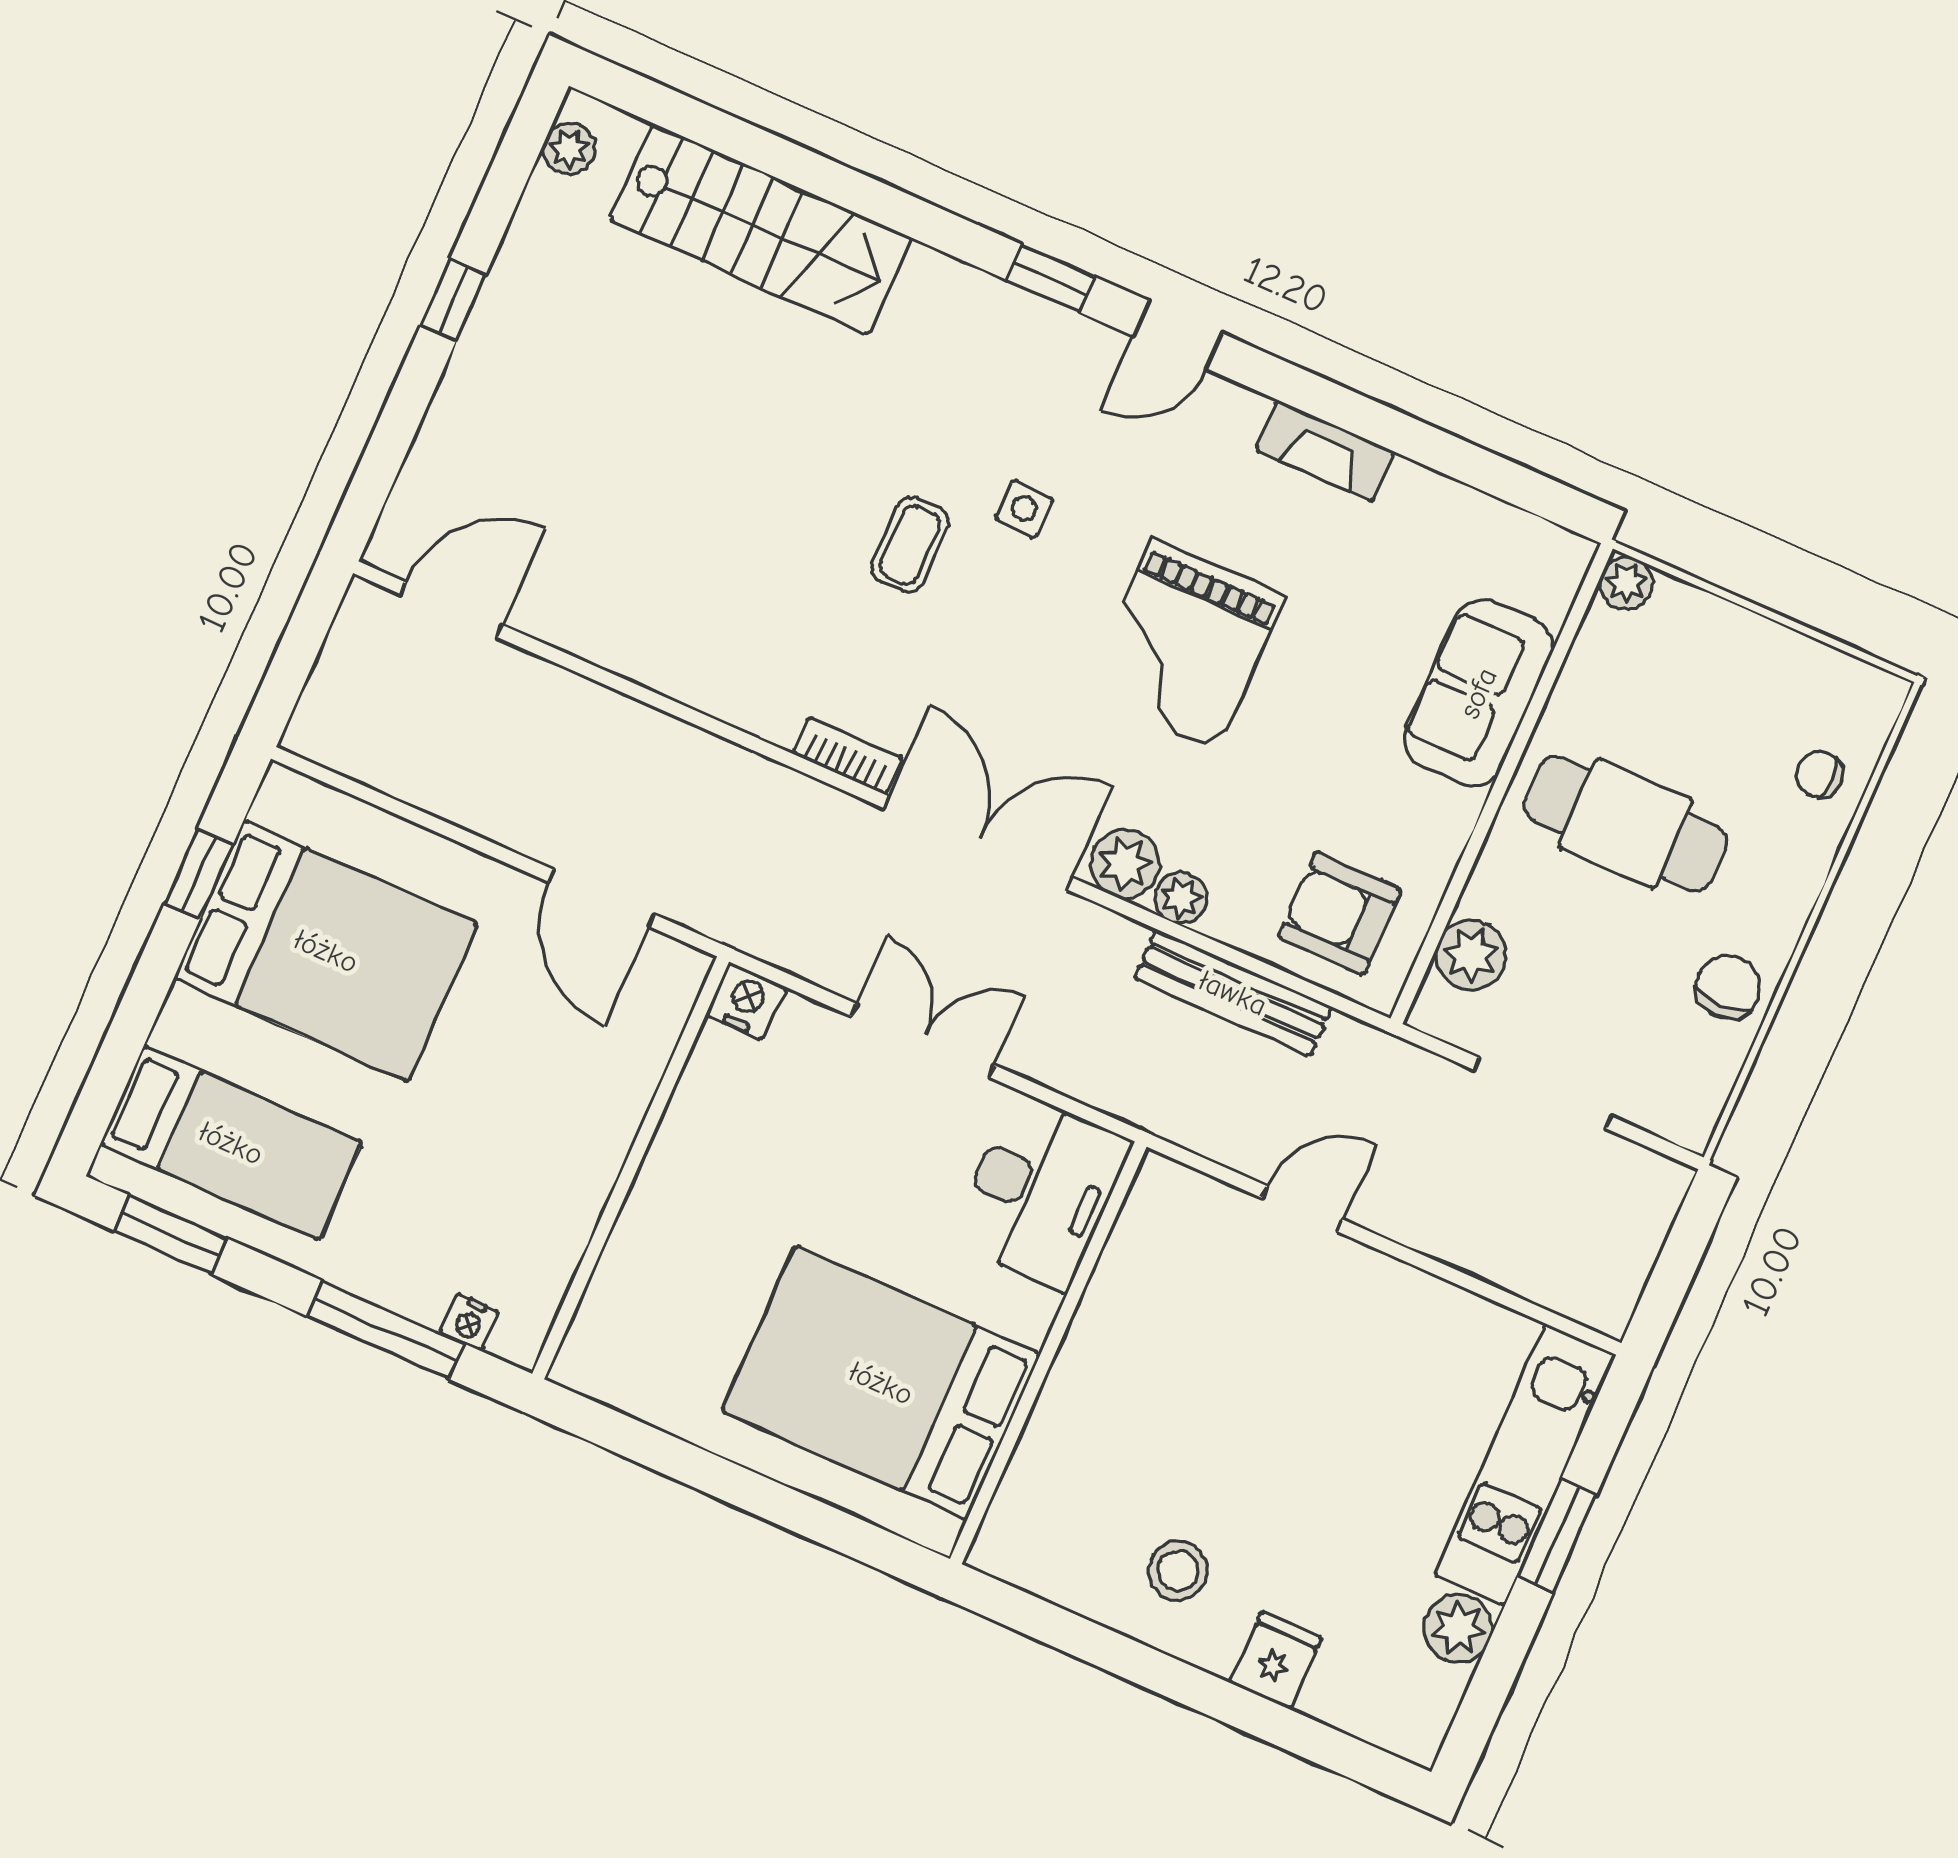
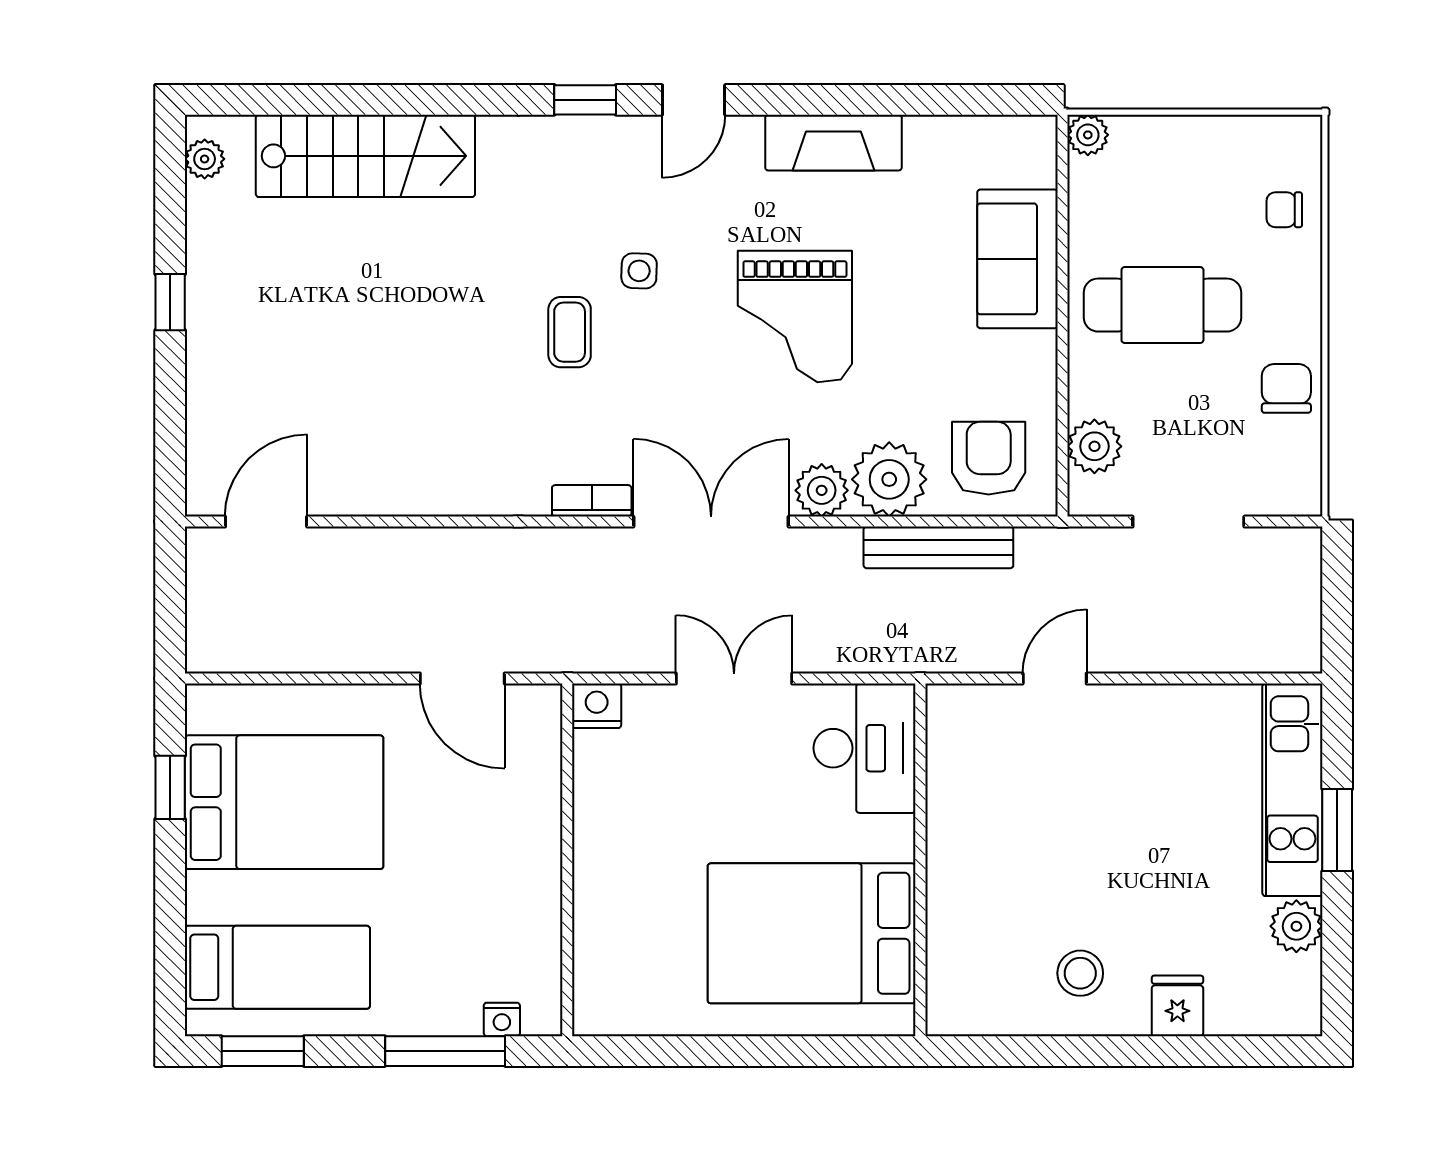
fireplace: (1325, 451) -> (833, 143), width x1.37, depth x1.32
plant: (1181, 898) -> (889, 479), width x1.87, depth x1.87
armchair: (1340, 914) -> (989, 458), turned 90

